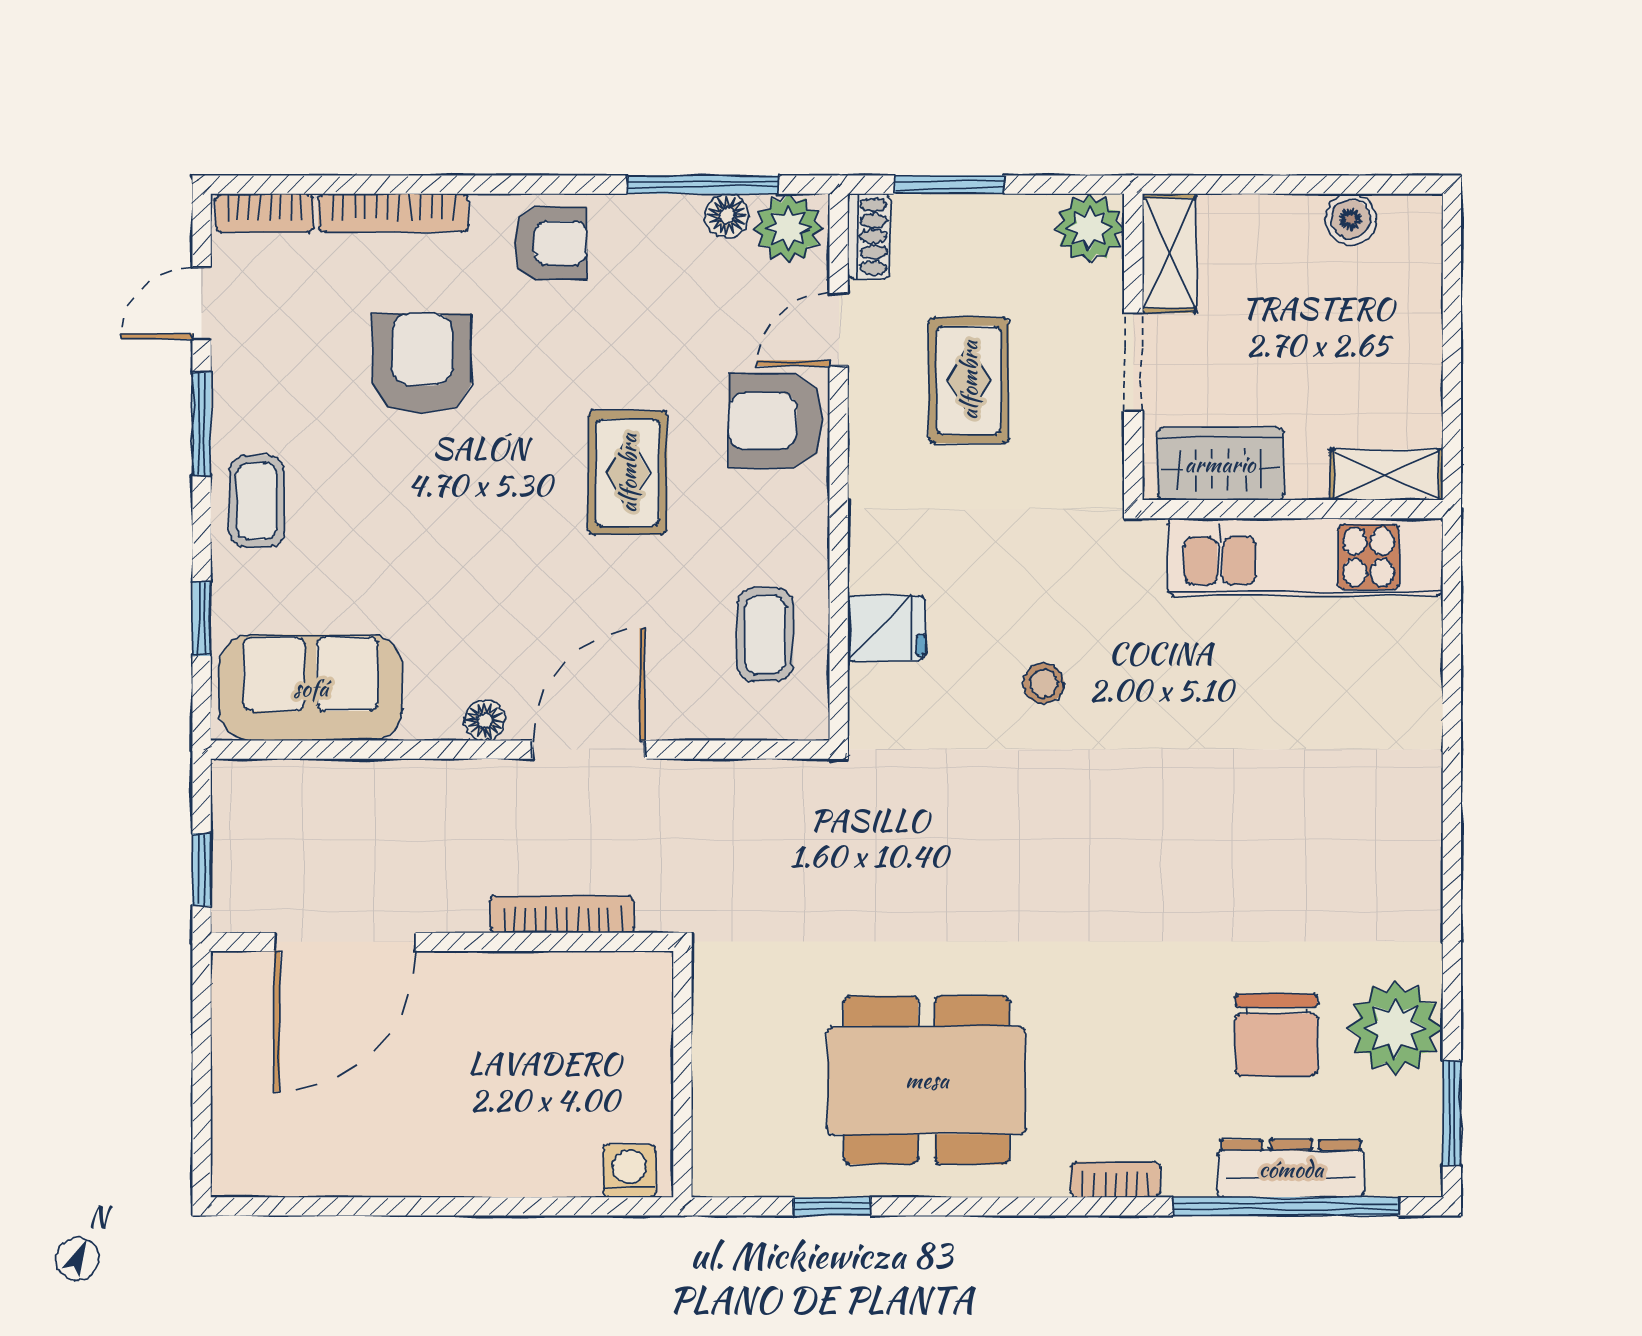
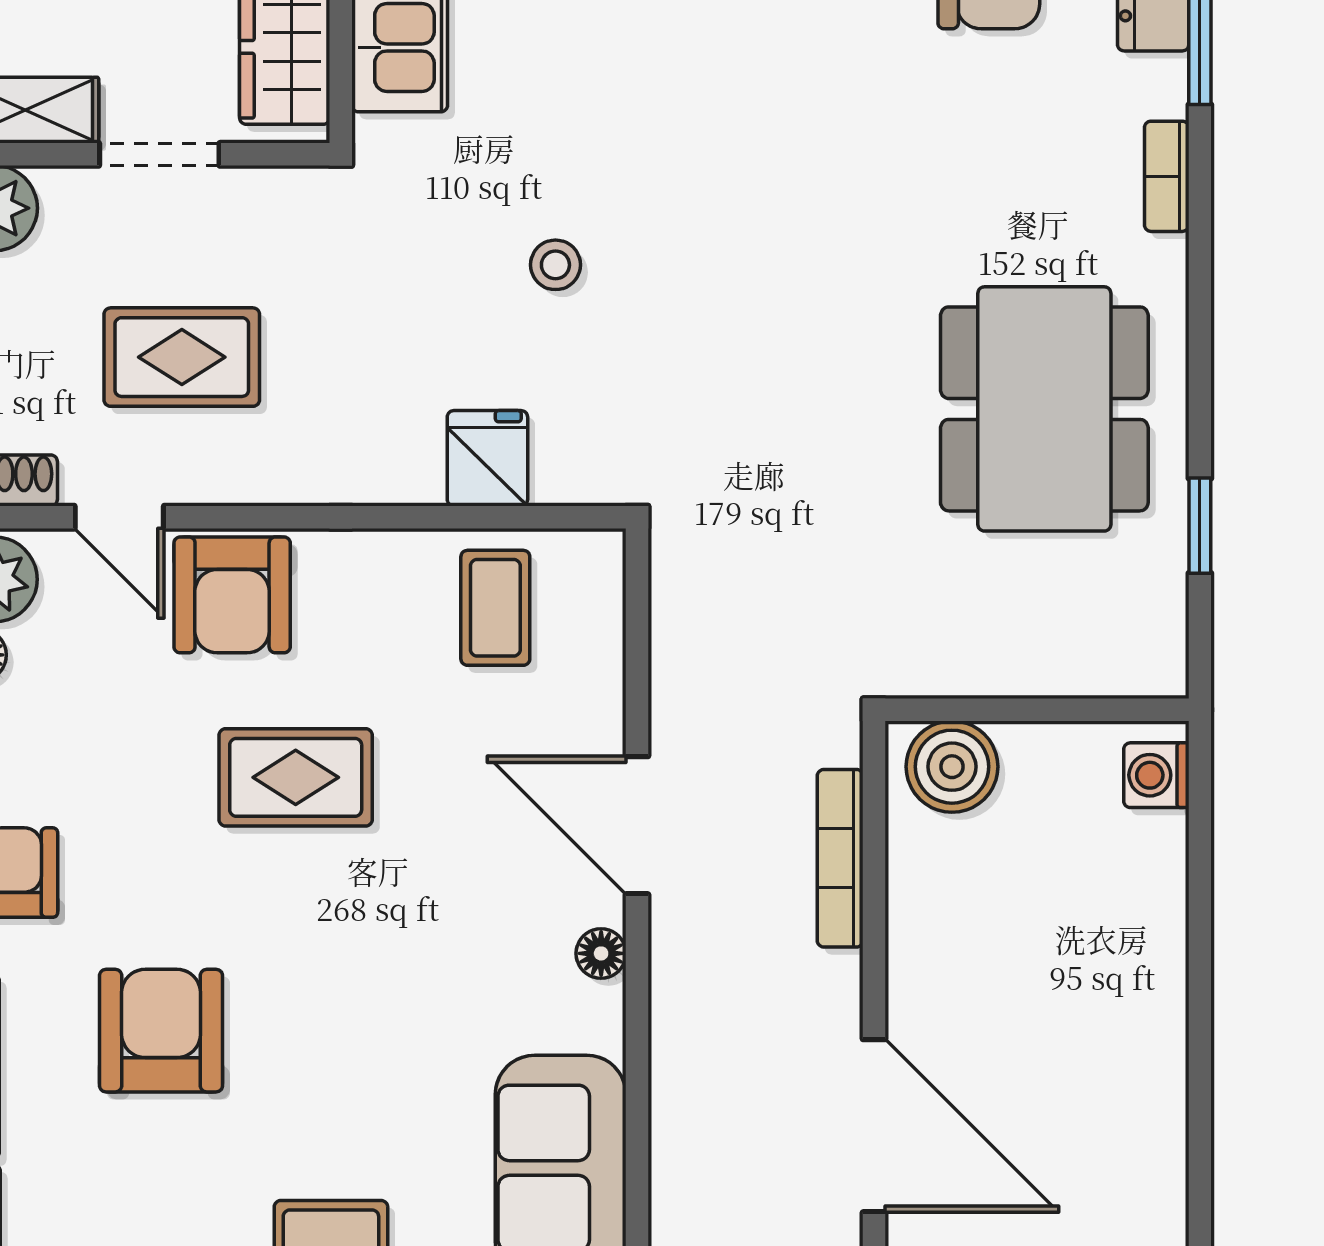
armchair: (422, 363) -> (161, 1031), turned 90
coffee table: (765, 635) -> (495, 608), turned 90
boiler: (636, 1005) -> (952, 767), added

